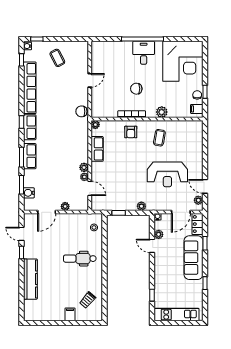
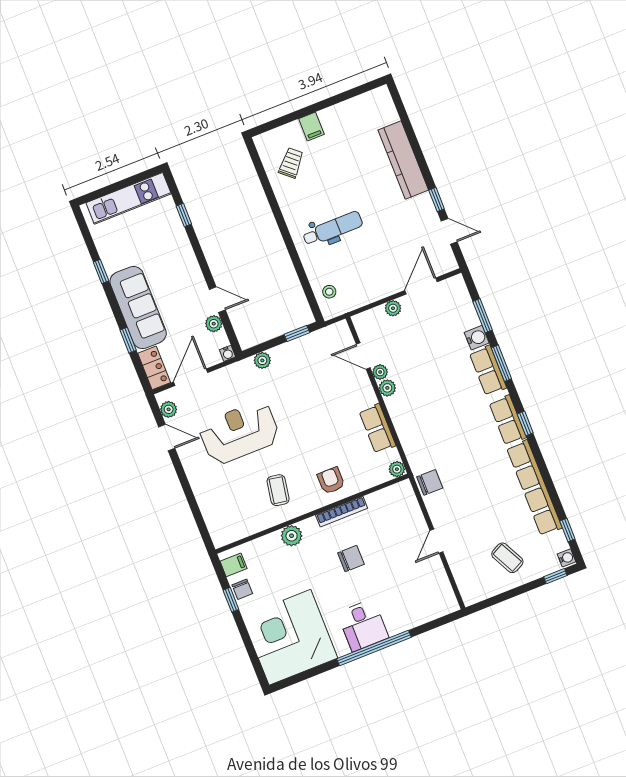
water cooler: (29, 193) -> (477, 338), moved

